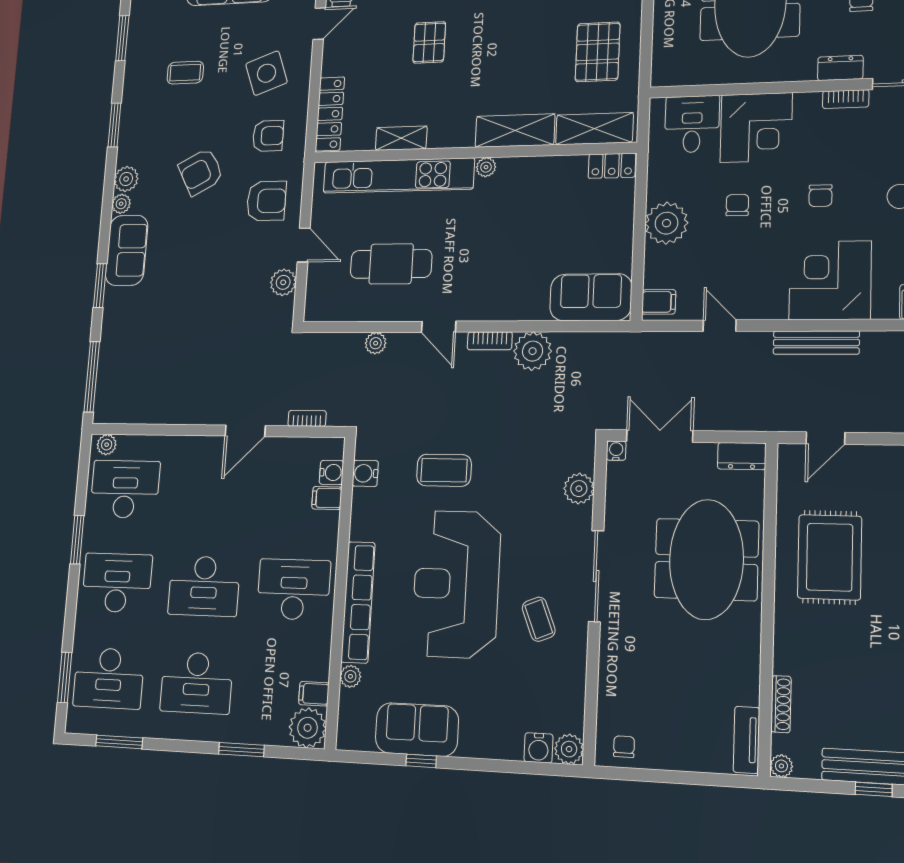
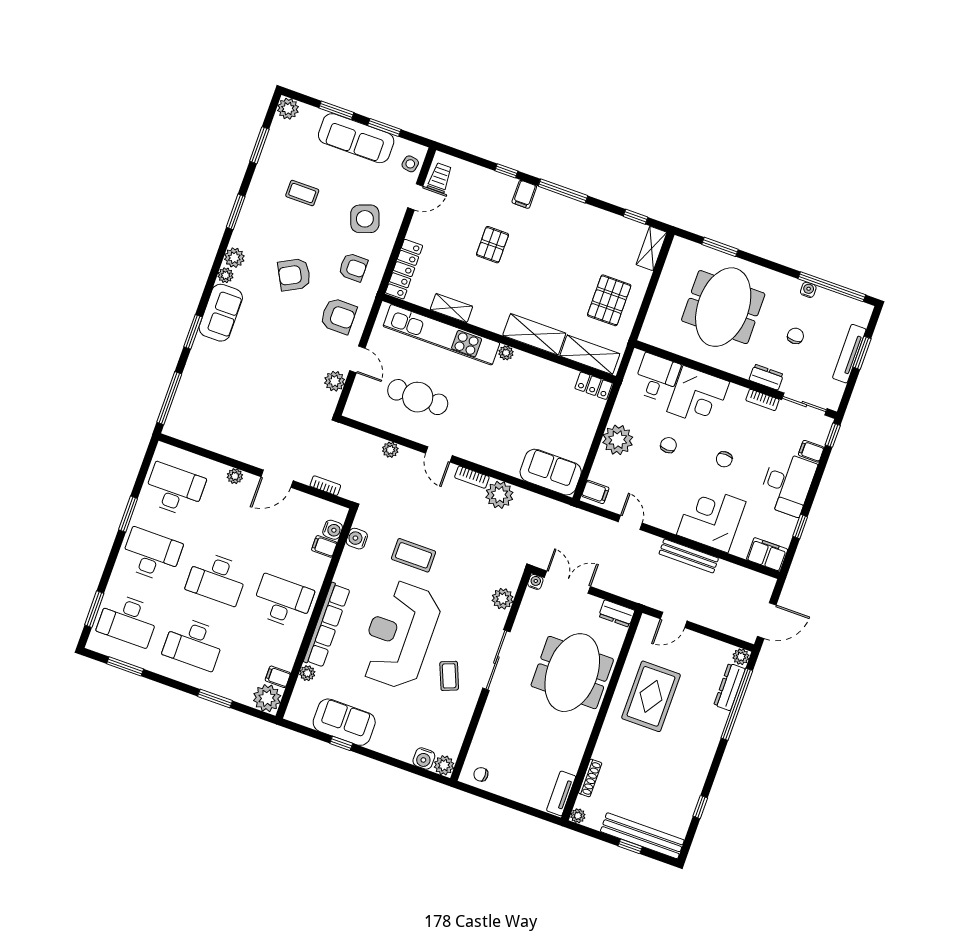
plant: (107, 445) -> (235, 476), moved
chair: (624, 747) -> (481, 774), turned -90

